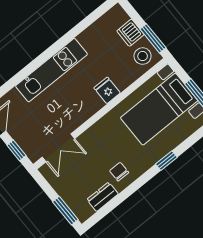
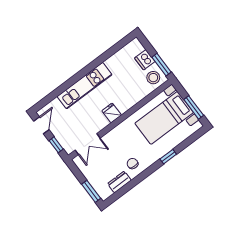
fridge: (107, 90) -> (112, 113), moved

